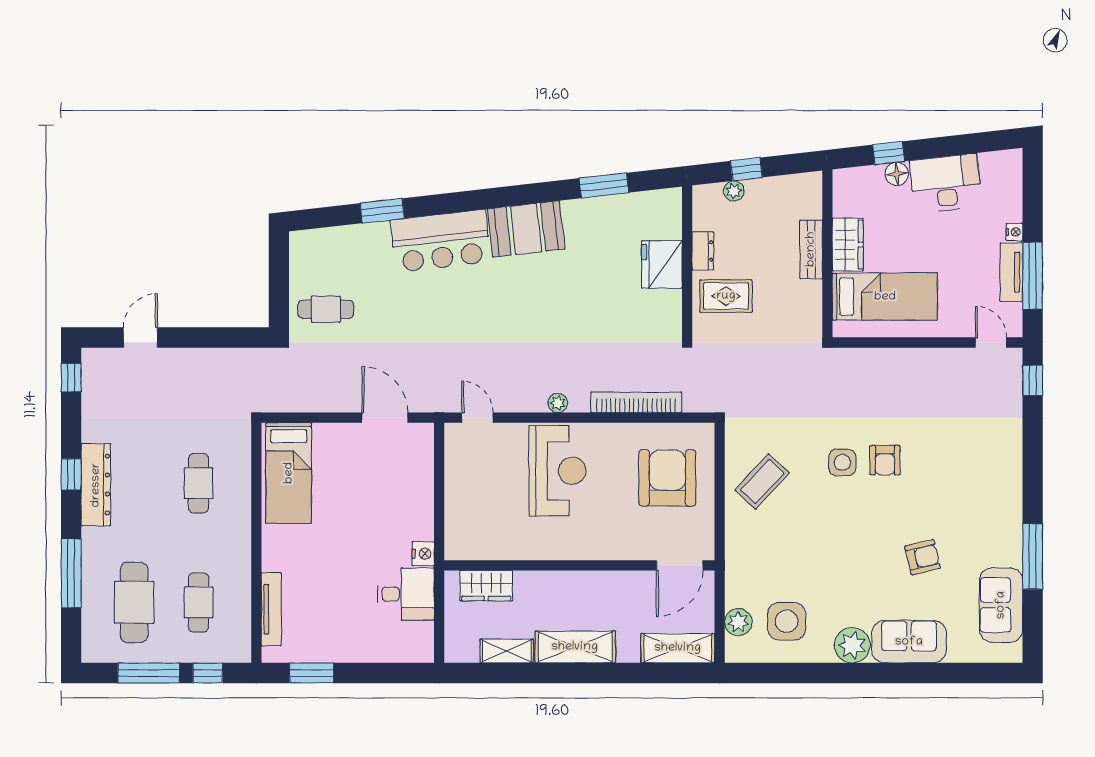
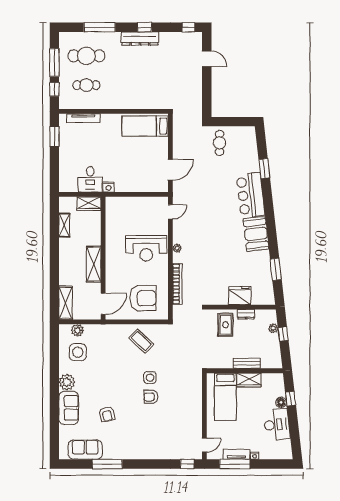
cafe table: (199, 483) -> (141, 85), removed
door: (680, 565) -> (103, 304), swing flipped
wardrobe: (486, 586) -> (89, 204), moved, turned -90
shelving: (575, 647) -> (94, 264), moved

